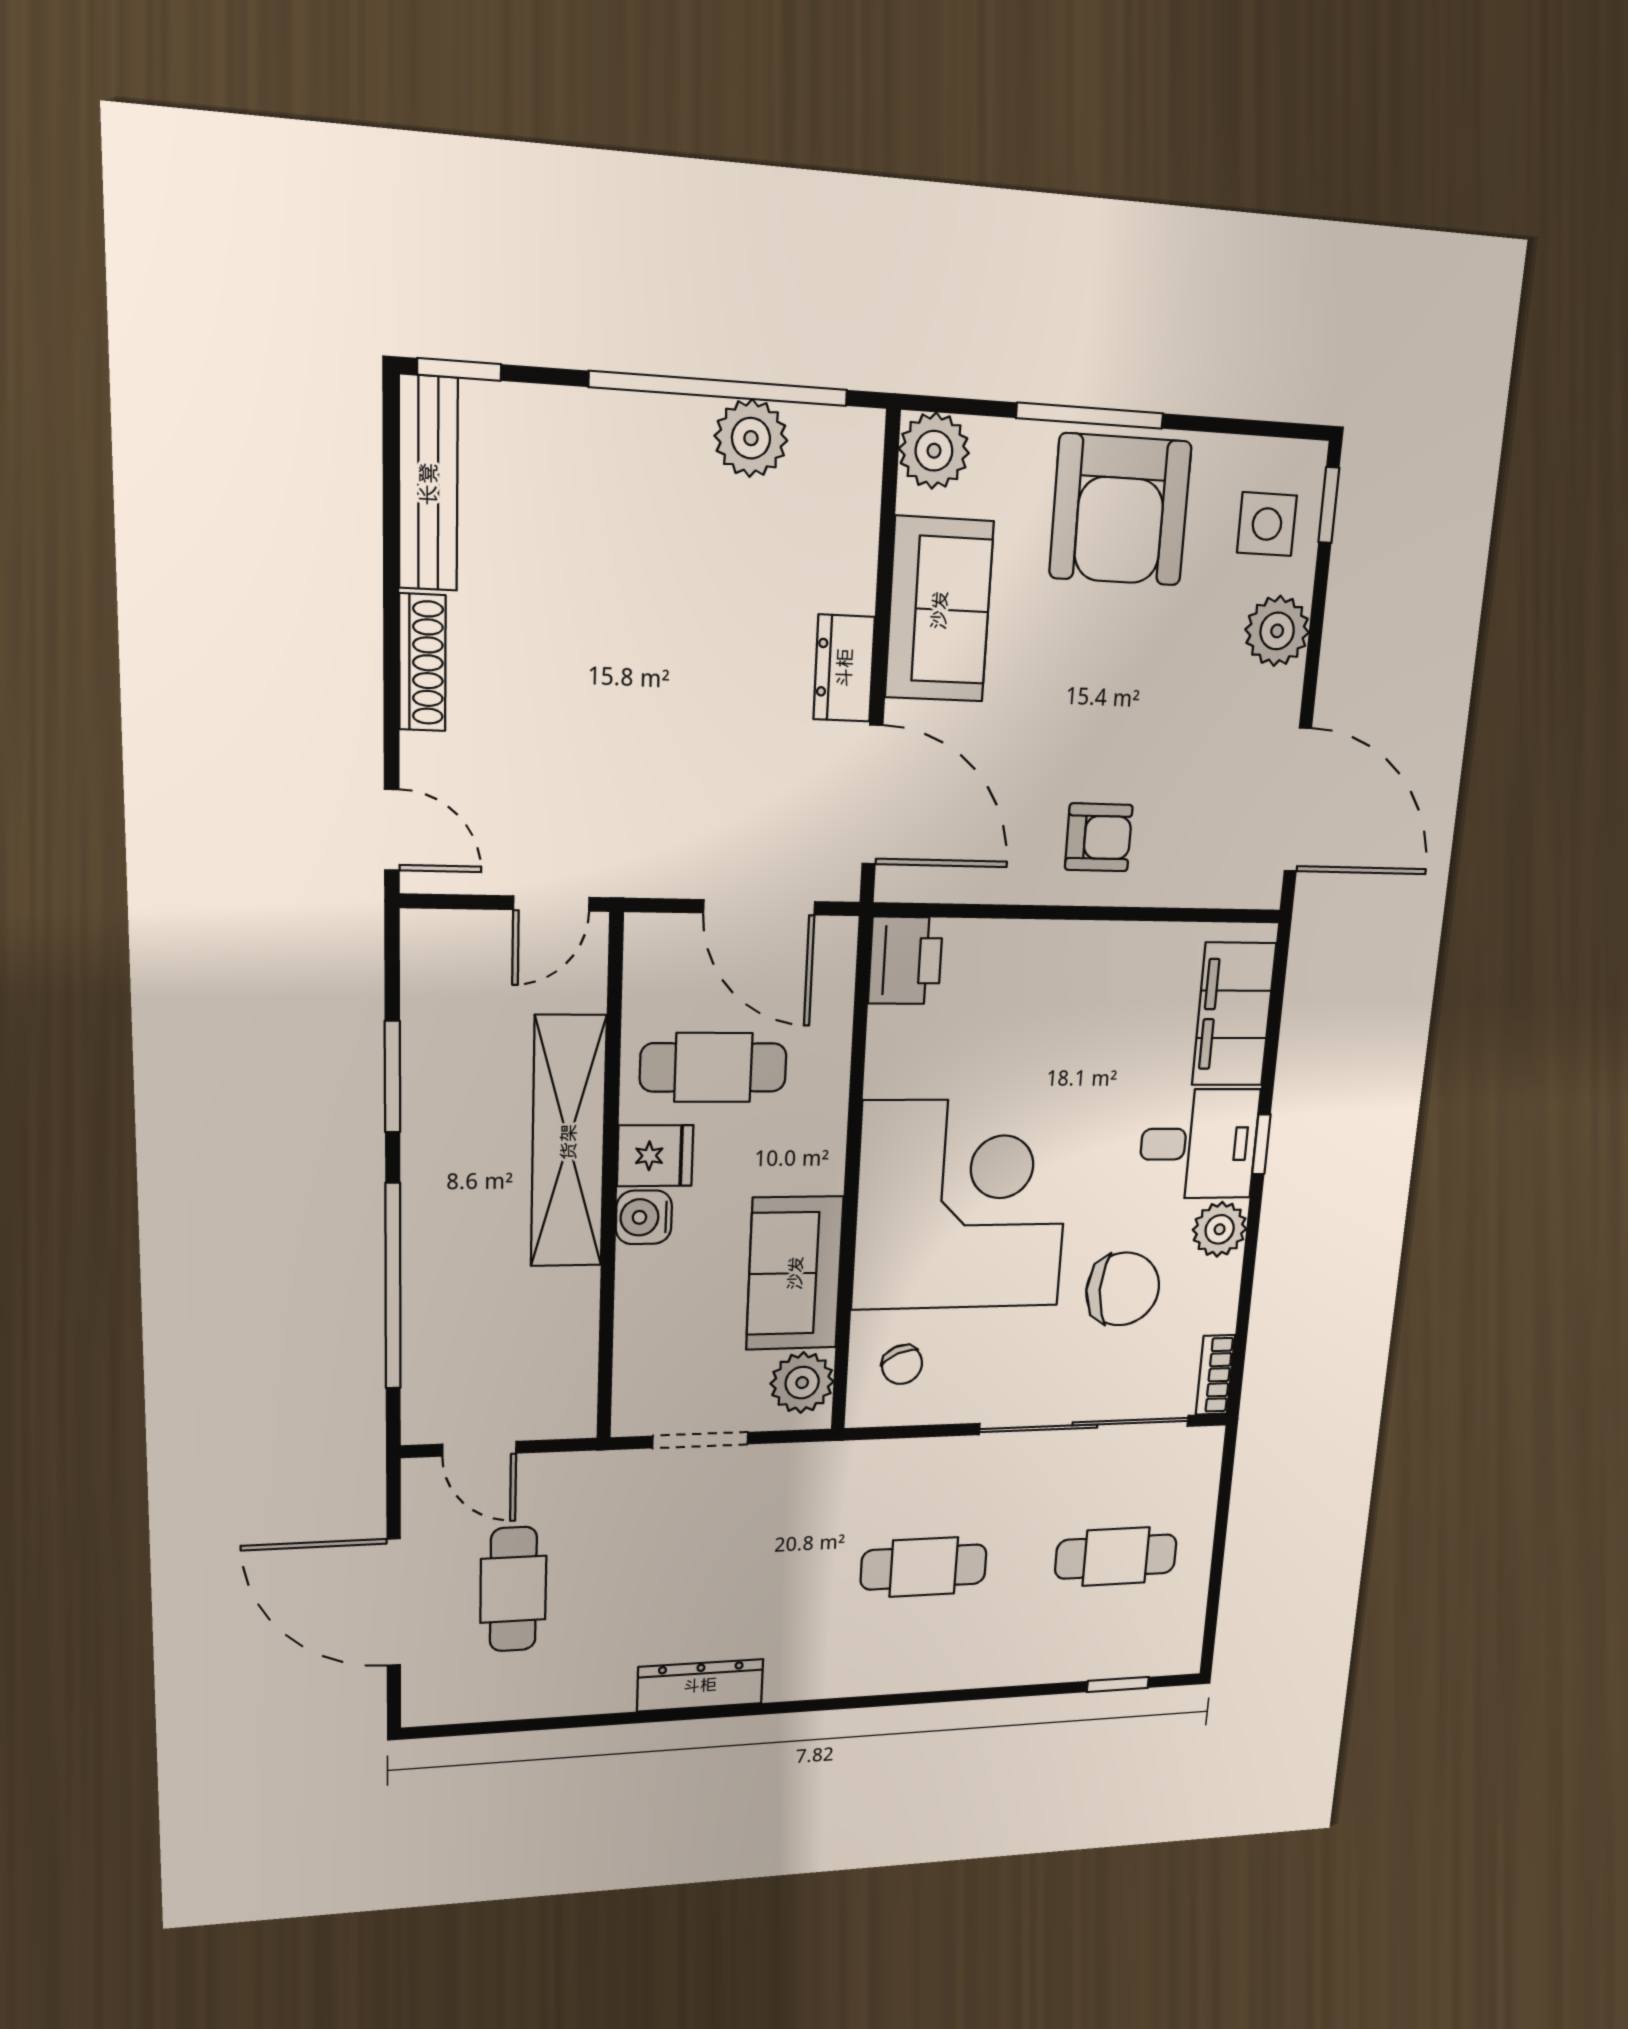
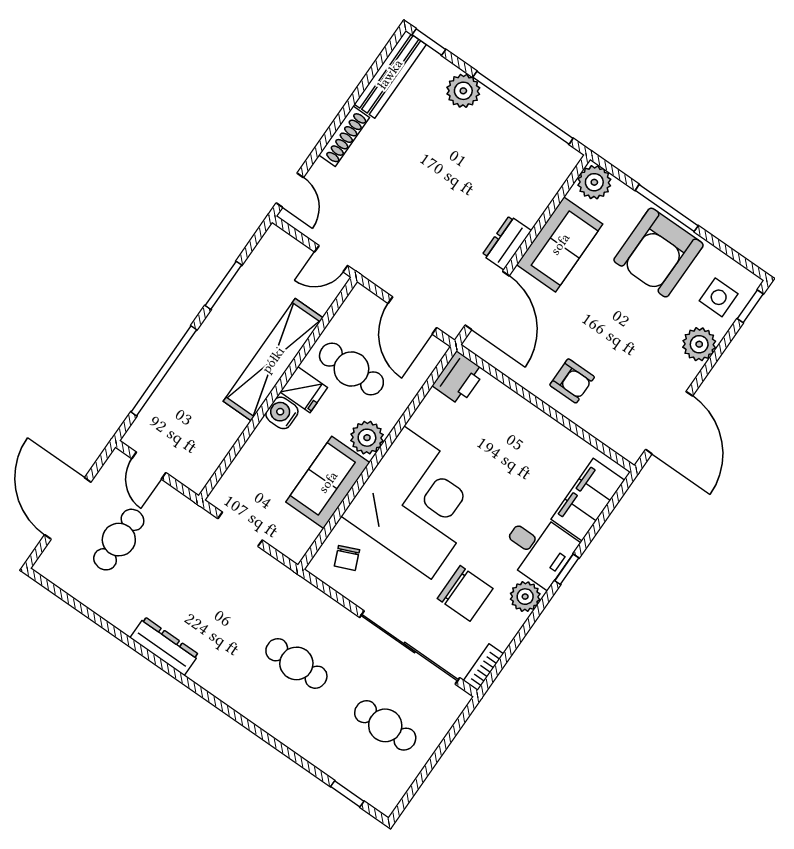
plant: (751, 438) -> (463, 91), moved
plant: (802, 1383) -> (367, 438), moved

